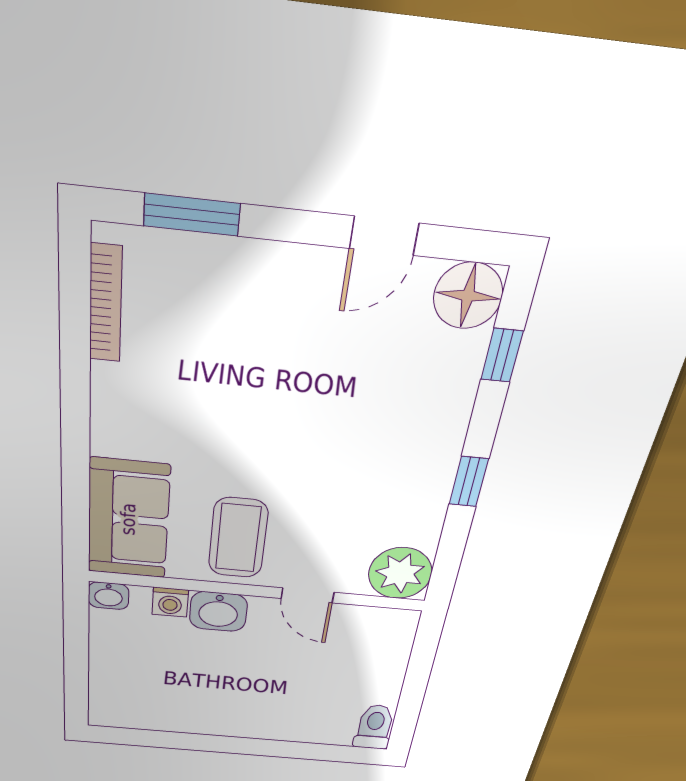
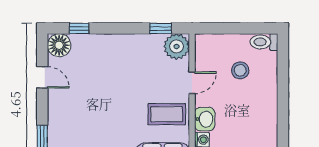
window: (469, 482) -> (161, 28), moved
stool: (321, 684) -> (240, 70), added

